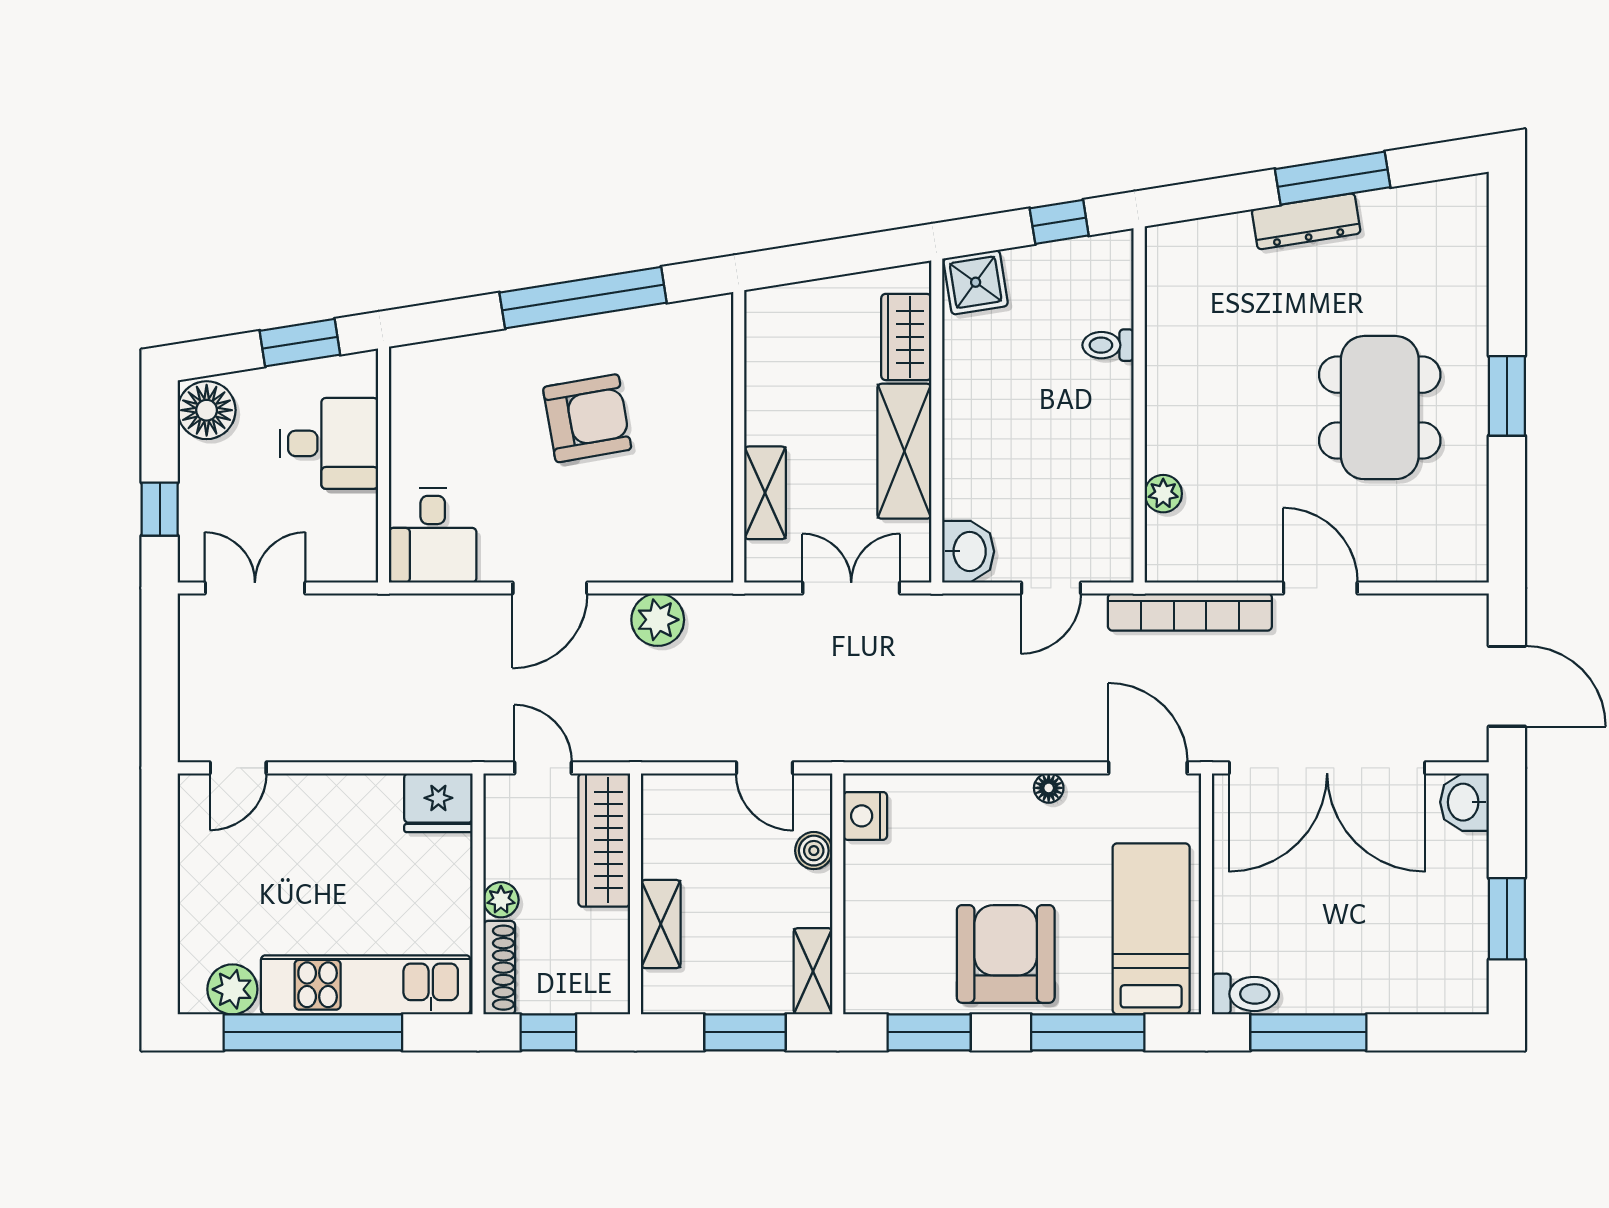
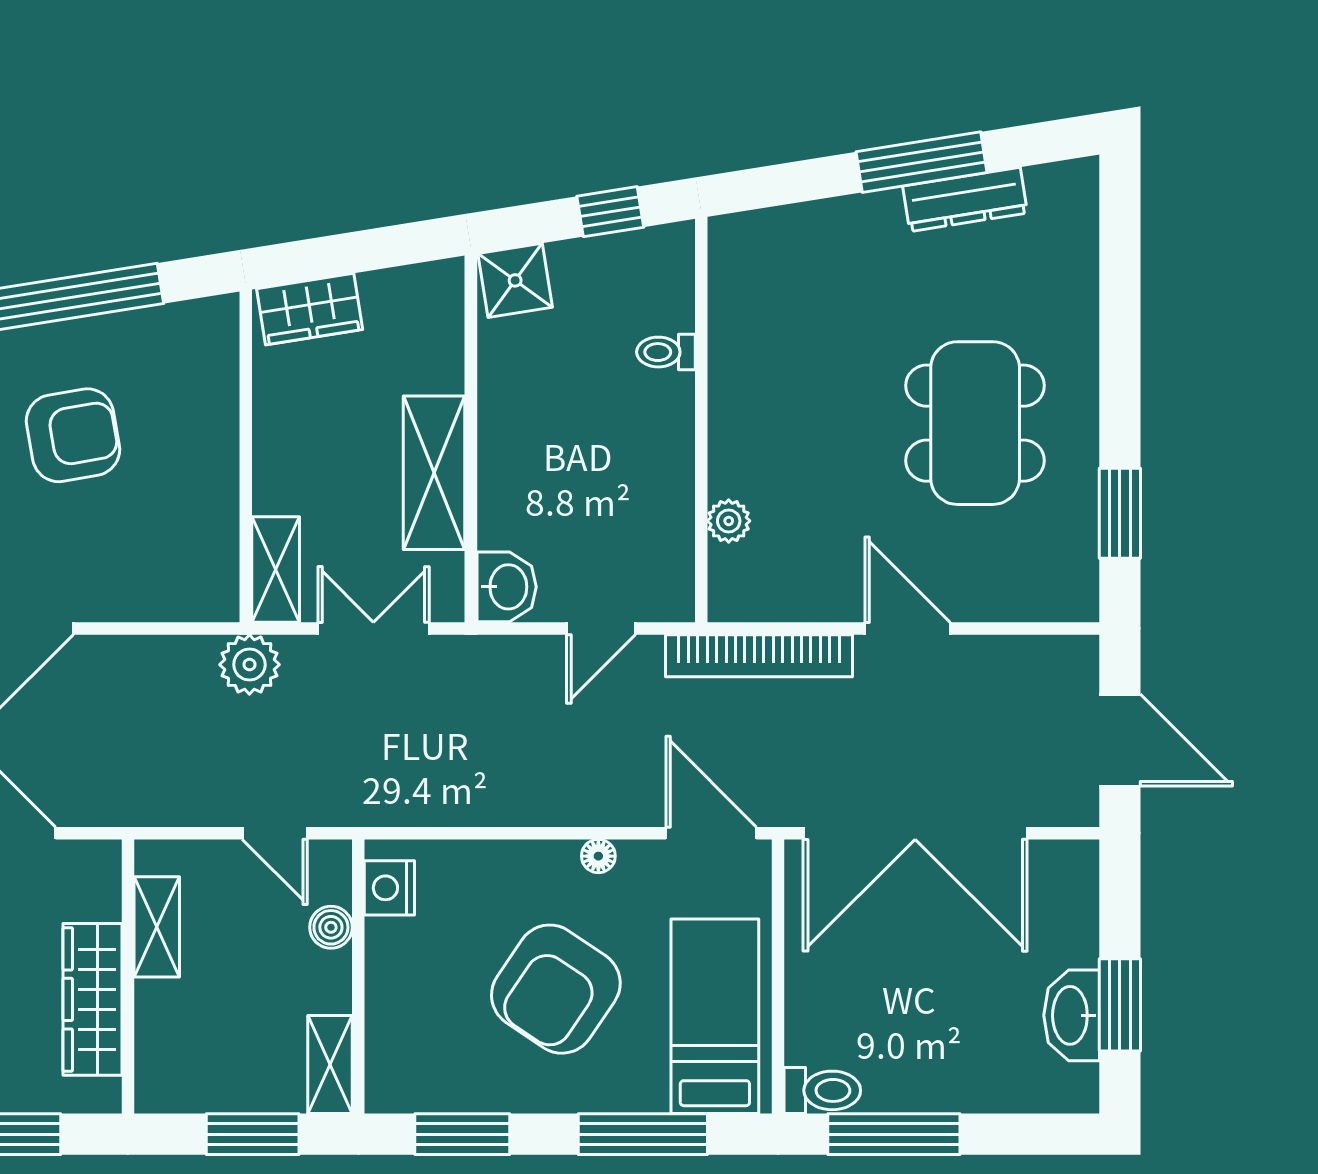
dresser: (1306, 221) -> (965, 199), moved
wardrobe: (906, 337) -> (310, 309), moved, turned -99
window: (1507, 396) -> (1120, 513), moved
shelving: (765, 493) -> (276, 569), moved
plant: (658, 620) -> (249, 665), moved
washbasin: (1465, 802) -> (1072, 1015), moved, width x1.38
wardrobe: (604, 840) -> (92, 999), moved
shelving: (661, 924) -> (157, 927), moved
armchair: (1006, 954) -> (556, 989), moved, turned -146

